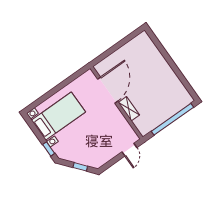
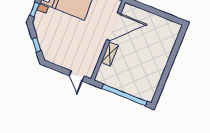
door: (129, 150) -> (77, 76), hinge flipped

